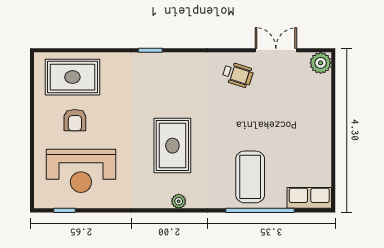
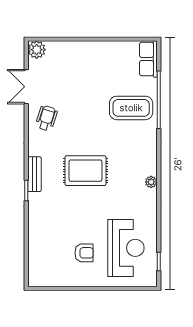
bench: (170, 60) -> (34, 174), added
rug: (72, 77) -> (48, 255), removed
rug: (172, 146) -> (85, 171), moved
plant: (179, 201) -> (151, 182), moved

